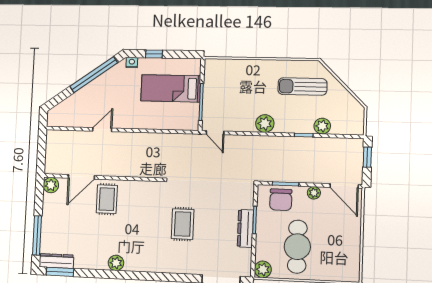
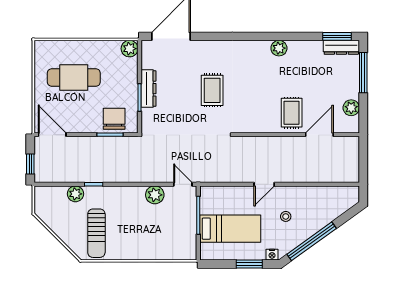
window: (154, 54) -> (249, 264), width x1.50
sun lounger: (302, 87) -> (96, 233), turned 90
stool: (117, 99) -> (286, 216), added
plant: (265, 124) -> (155, 195), moved
door: (102, 130) -> (264, 184), moved
plant: (51, 185) -> (351, 108), moved
plant: (314, 193) -> (82, 127), removed
cafe table: (297, 247) -> (74, 77), moved, turned 90

